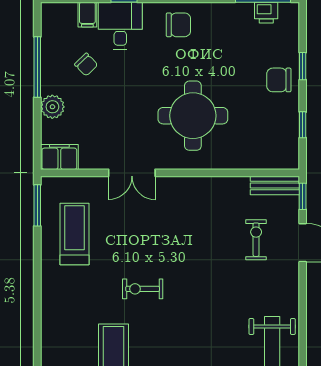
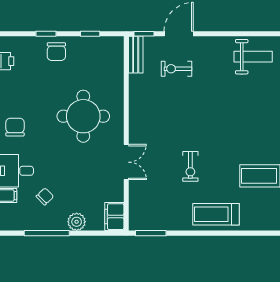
treadmill: (74, 234) -> (216, 214), moved
exercise bike: (143, 289) -> (190, 166), moved

